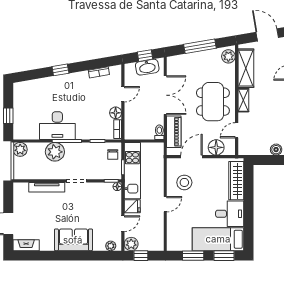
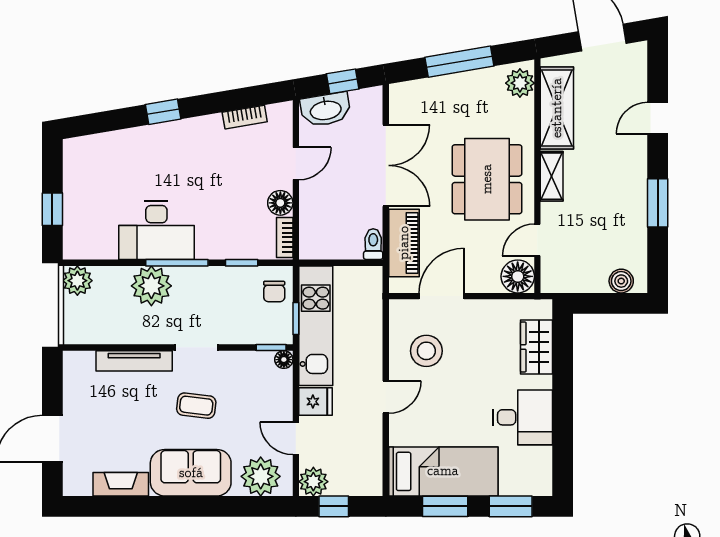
washbasin: (147, 67) -> (326, 110), moved
floor lamp: (216, 147) -> (518, 276), moved
wardrobe: (236, 181) -> (537, 347), width x0.67
coffee table: (76, 208) -> (196, 406), added
door: (123, 224) -> (296, 438), swing flipped
bed: (218, 239) -> (443, 471), moved, turned 180
fireplace: (26, 245) -> (121, 484), moved
plant: (111, 246) -> (261, 476), width x1.88, depth x1.88

